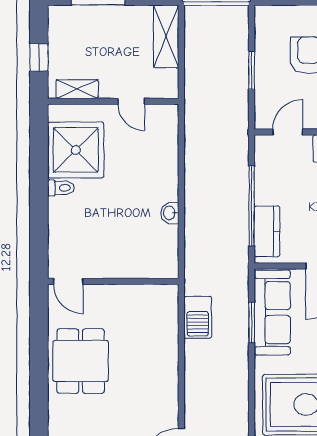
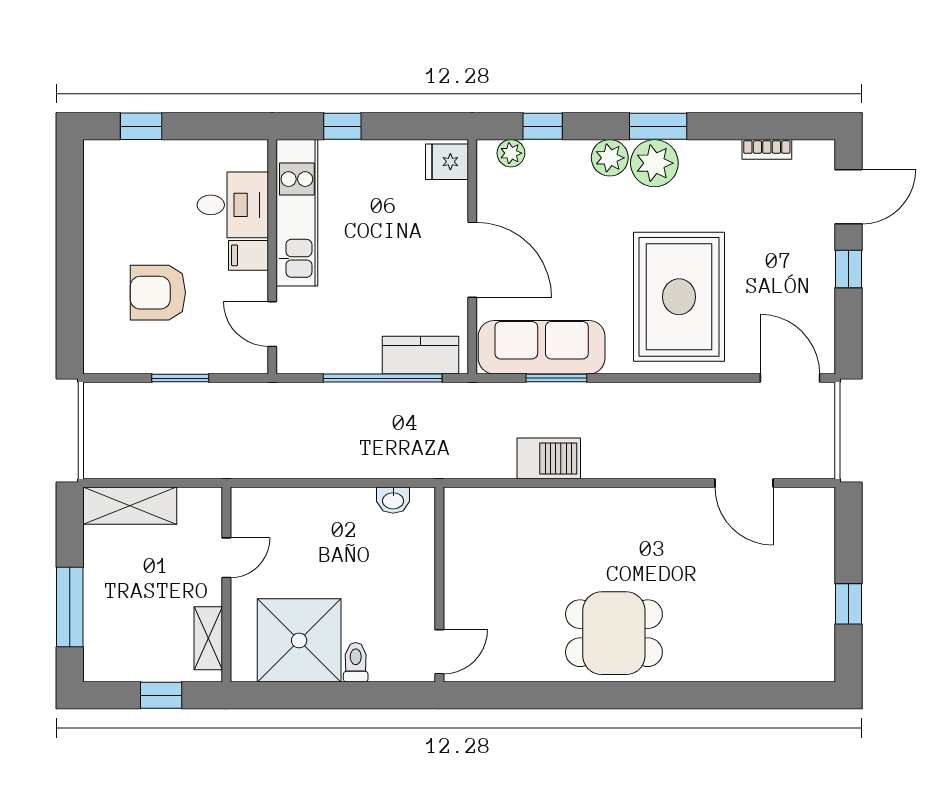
door: (68, 281) -> (439, 652), moved
wall: (113, 281) -> (439, 585), moved

